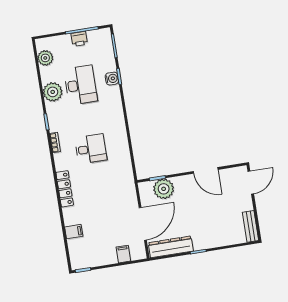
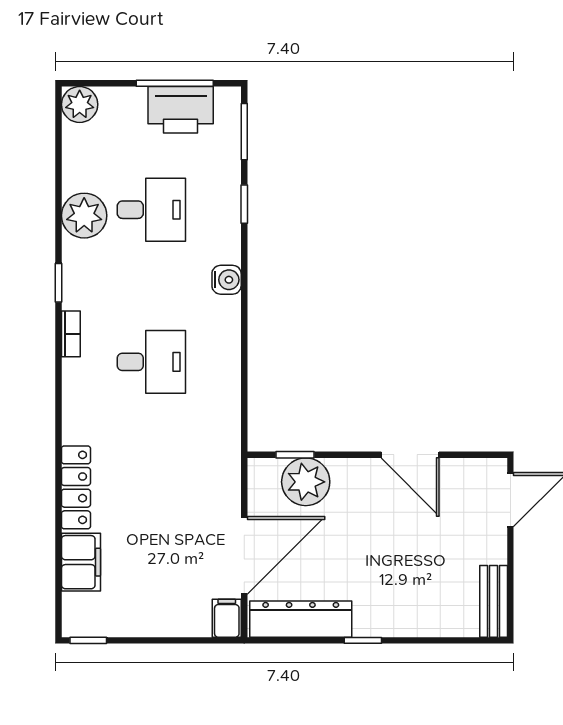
printer: (79, 39) -> (181, 110), width x1.87, depth x1.48
plant: (45, 58) -> (80, 104), moved
water cooler: (112, 79) -> (227, 280), moved
desk: (81, 85) -> (151, 210), width x0.73
locker: (65, 189) -> (76, 487), moved
filing cabinet: (74, 232) -> (81, 562), width x2.00
filing cabinet: (123, 254) -> (227, 618), moved

